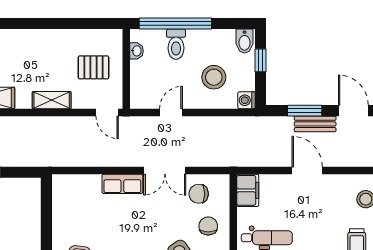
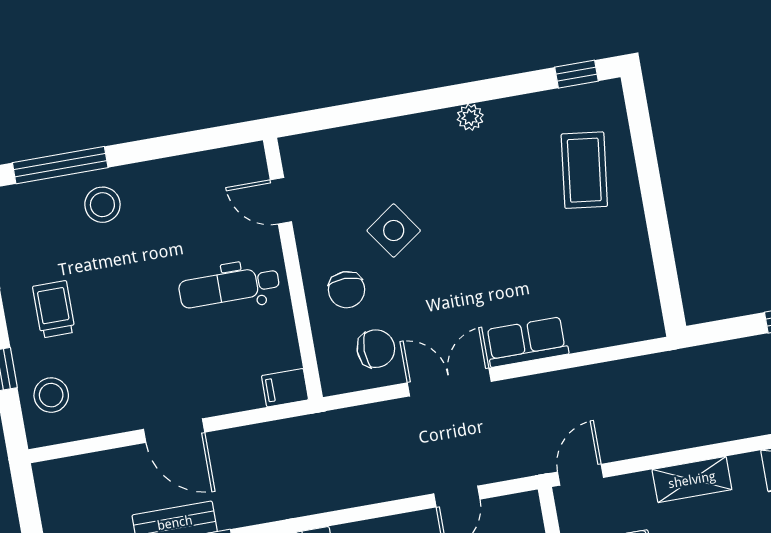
door: (107, 112) -> (580, 475), hinge flipped
filing cabinet: (248, 190) -> (285, 388), width x0.50

